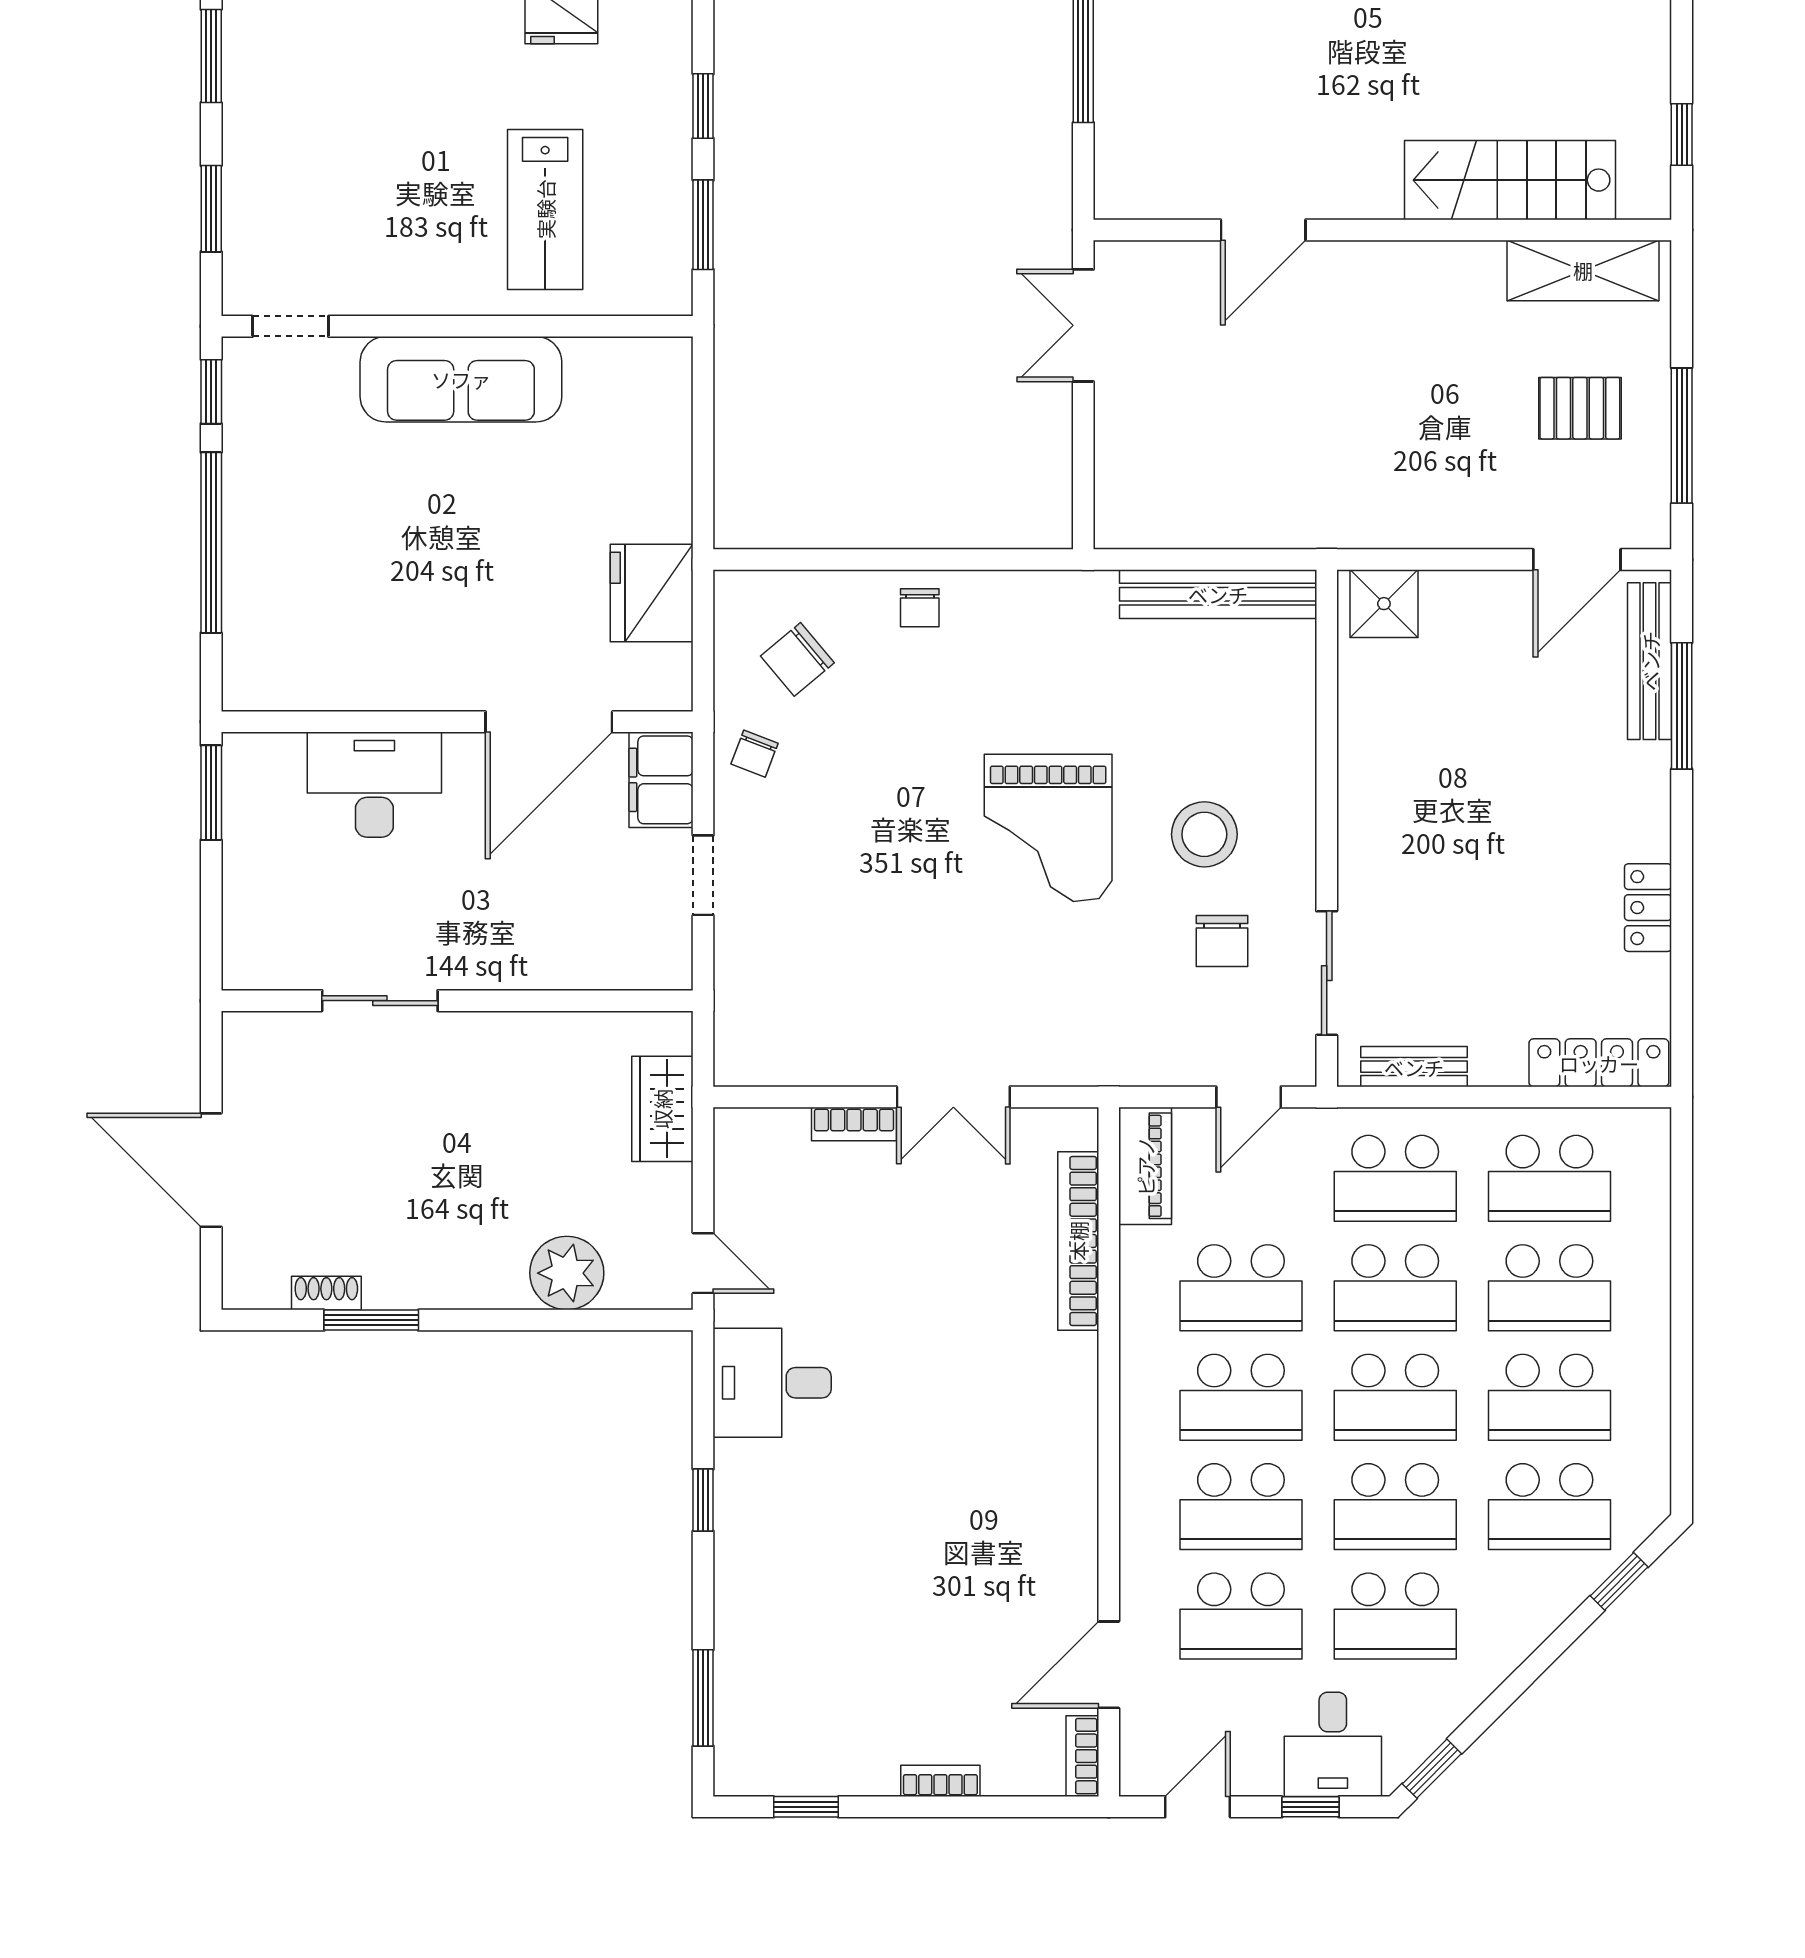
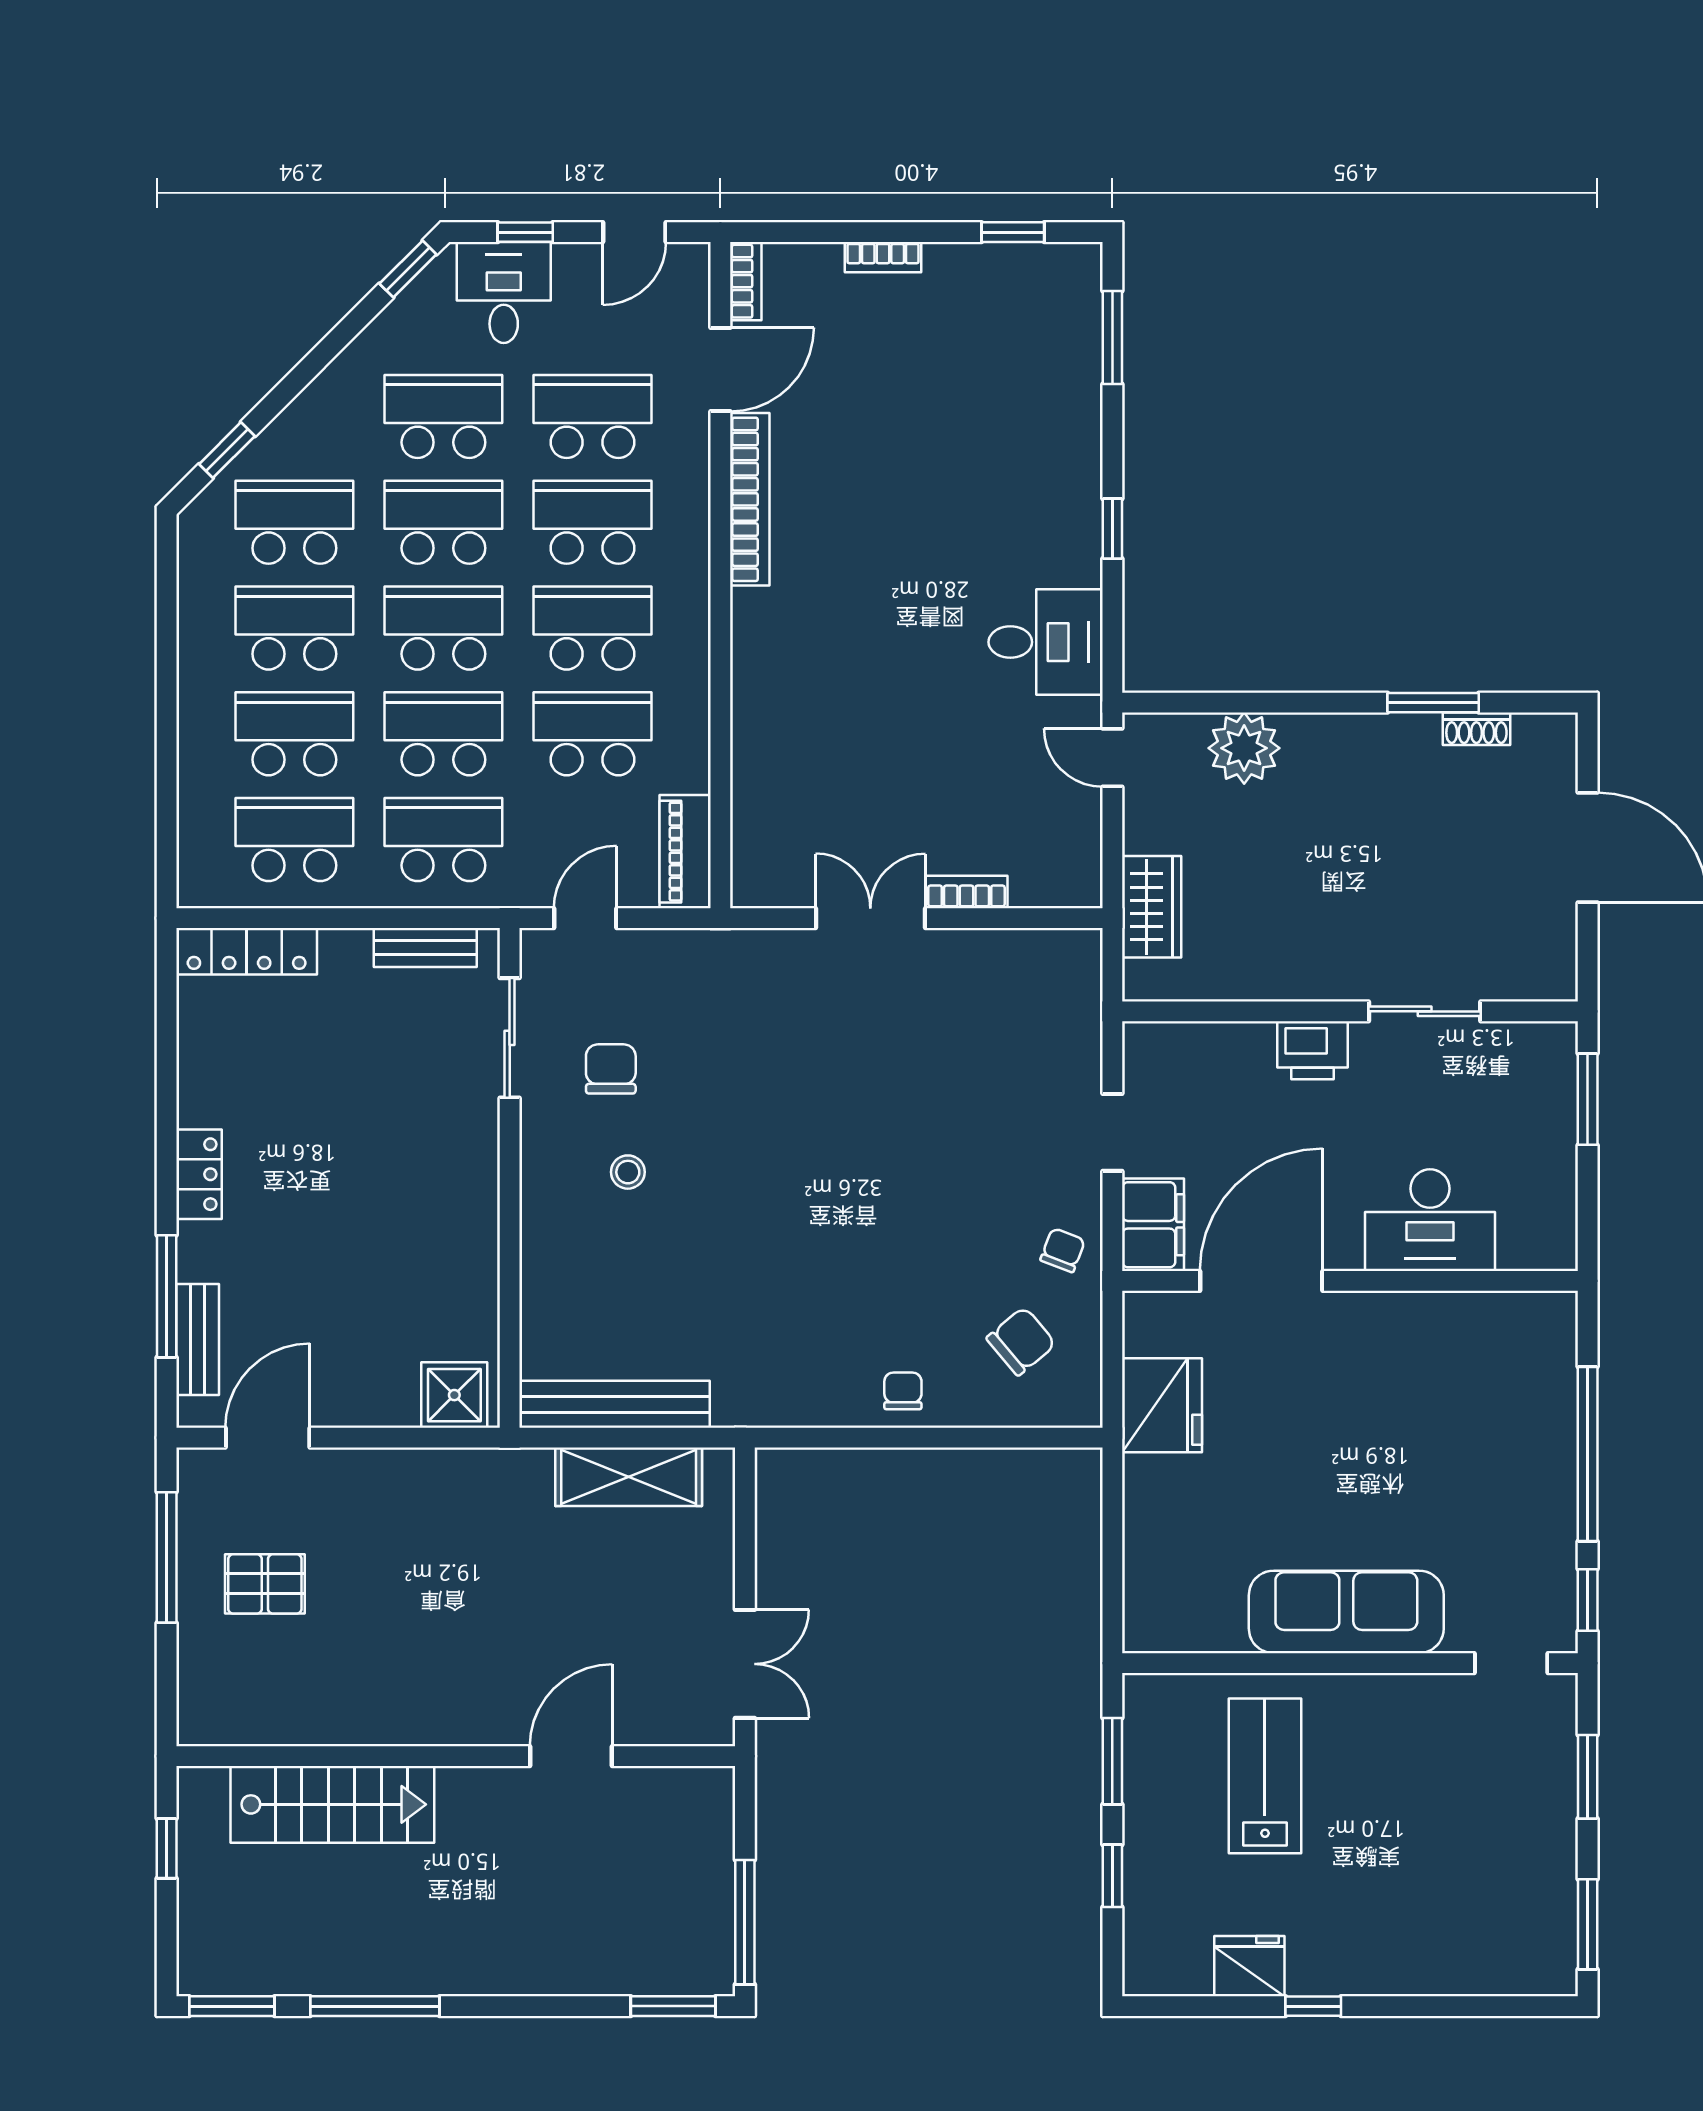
shelving: (1583, 270) -> (629, 1477), moved
bench: (1650, 661) -> (198, 1339), width x0.73
window: (211, 793) -> (1588, 1099), moved
grand piano: (1048, 828) -> (779, 1178), removed
stool: (1204, 834) -> (628, 1172), width x0.53, depth x0.53
locker: (1648, 908) -> (199, 1174), moved
printer: (496, 960) -> (1312, 1050), added
bookcase: (1078, 1241) -> (750, 499), moved

